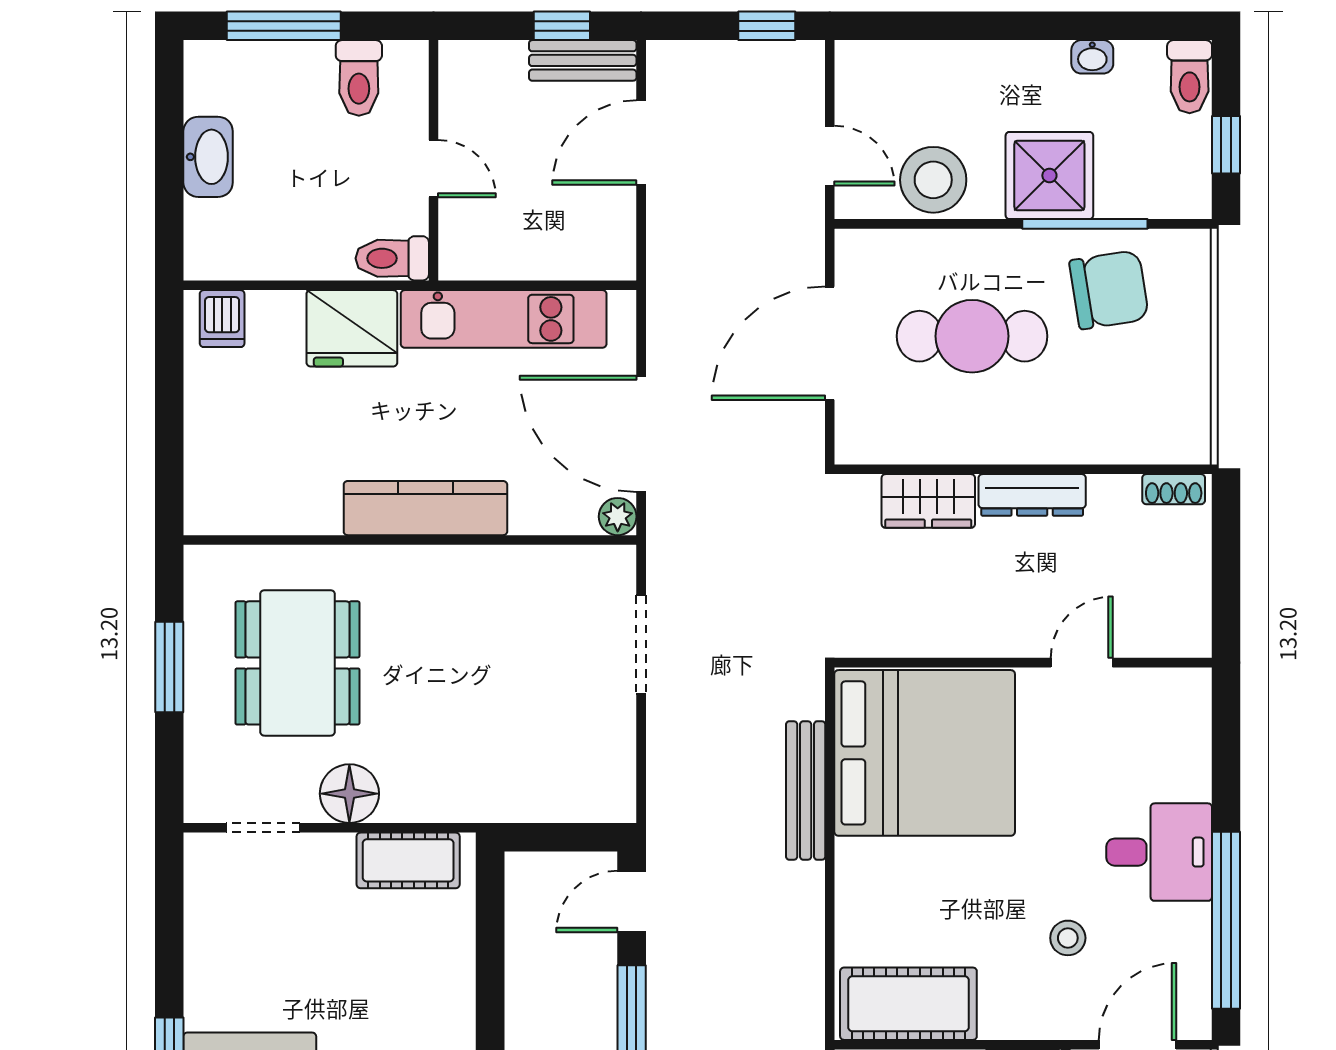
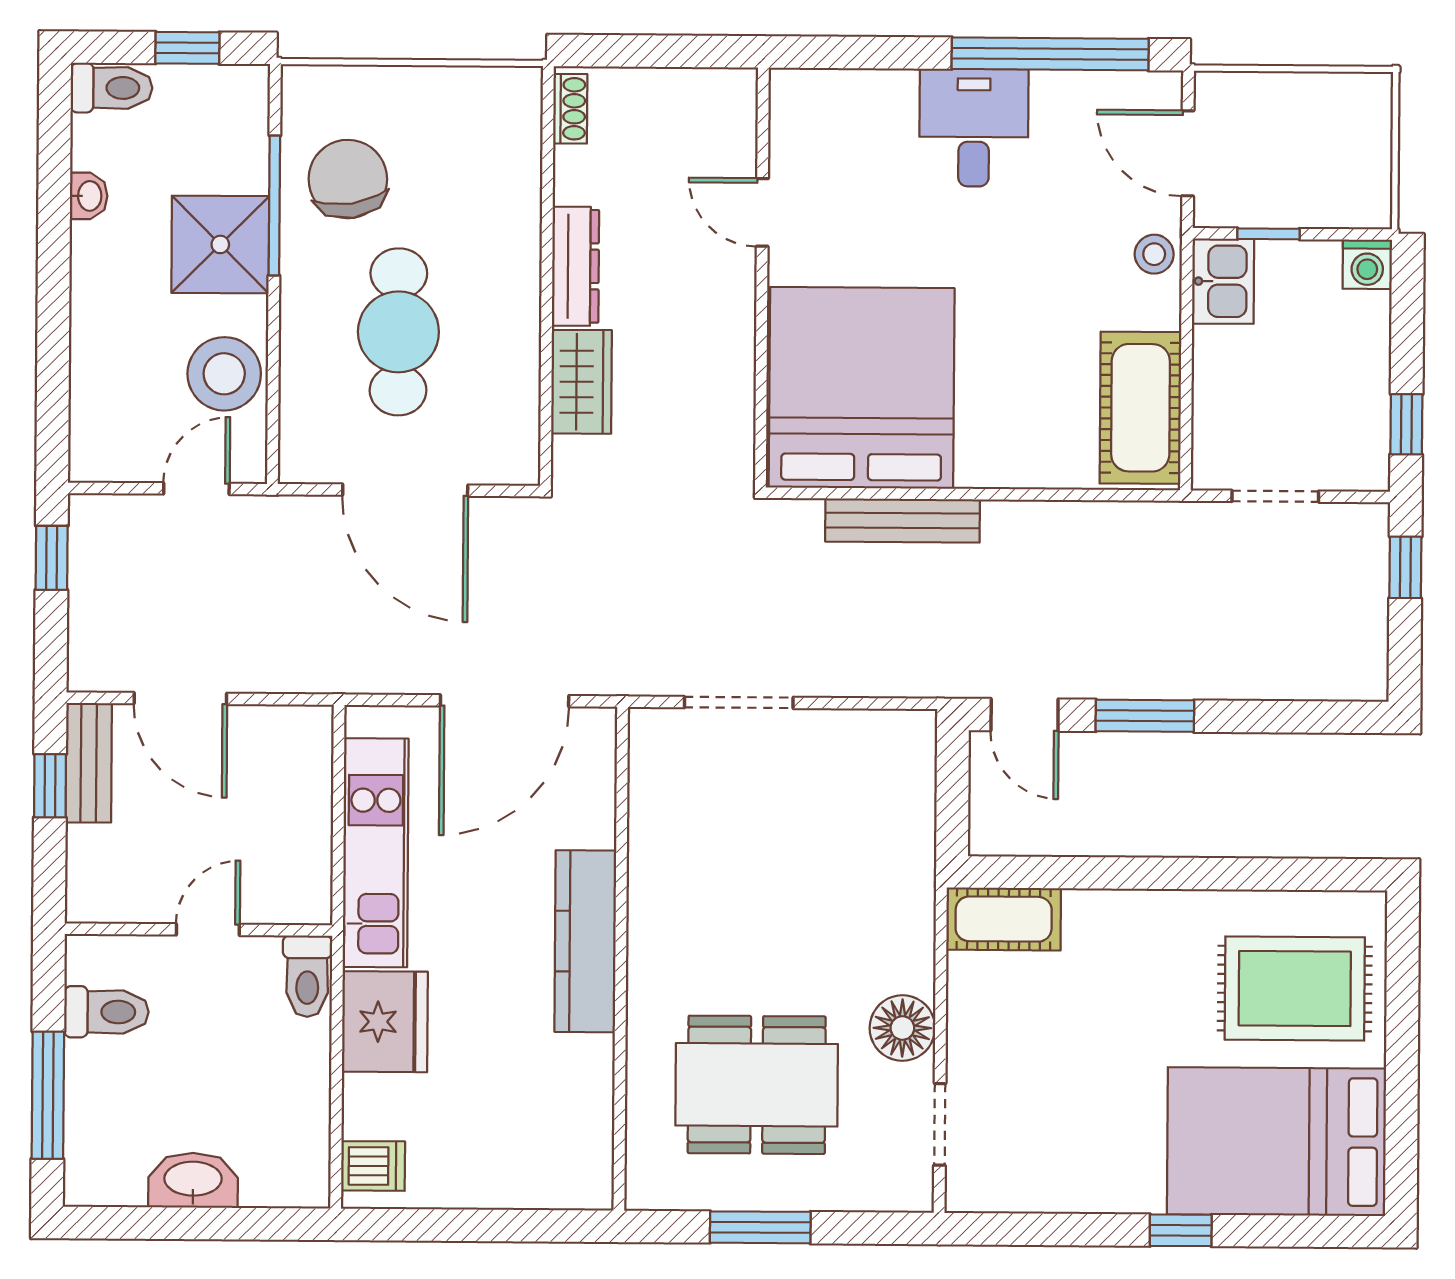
plant: (618, 517) -> (596, 728), removed
cot: (408, 860) -> (1004, 919), moved, turned 90
stool: (1068, 938) -> (1154, 254), moved

